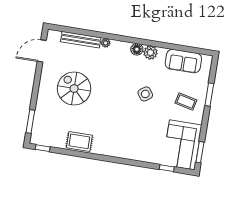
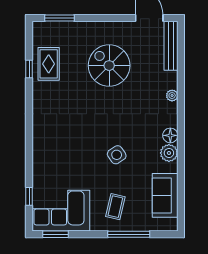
bench: (81, 40) -> (171, 46), moved
spiral stairs: (74, 88) -> (109, 66), turned -90
window: (209, 95) -> (129, 234), width x1.44
rug: (79, 141) -> (49, 64), moved
window: (43, 148) -> (29, 69), moved

